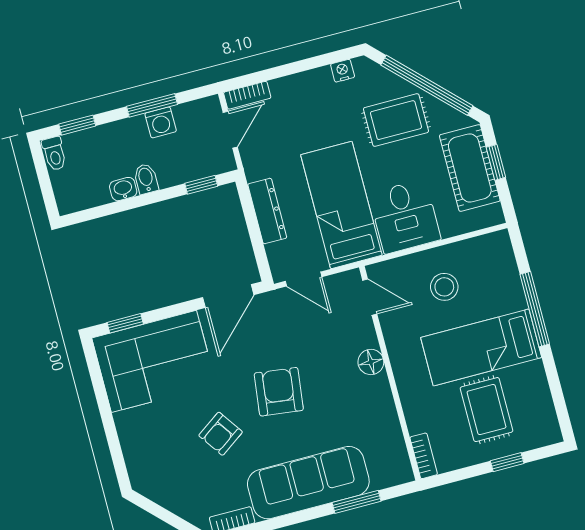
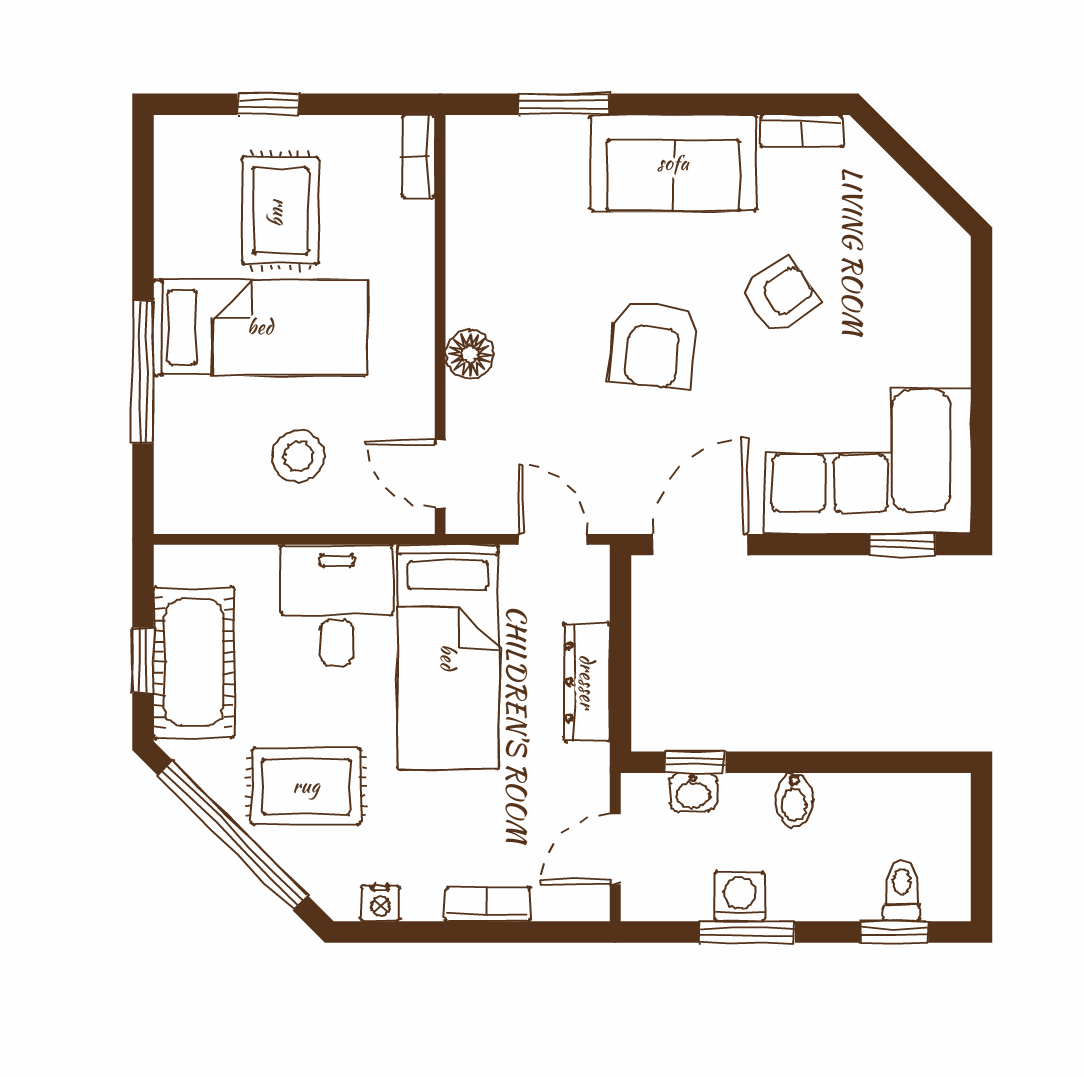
bookcase: (247, 95) -> (487, 904), moved
toilet: (54, 154) -> (901, 891), moved
washbasin: (123, 189) -> (693, 792), moved
sofa: (308, 483) -> (673, 163), width x0.73

